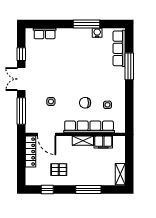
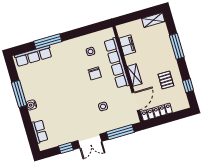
water cooler: (97, 33) -> (31, 105), moved
shelving: (83, 141) -> (135, 75), moved

